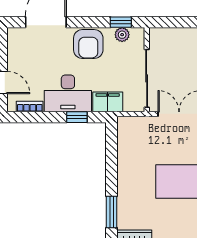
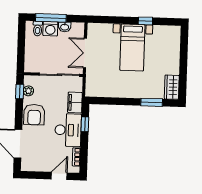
armchair: (88, 44) -> (34, 115), turned 90

